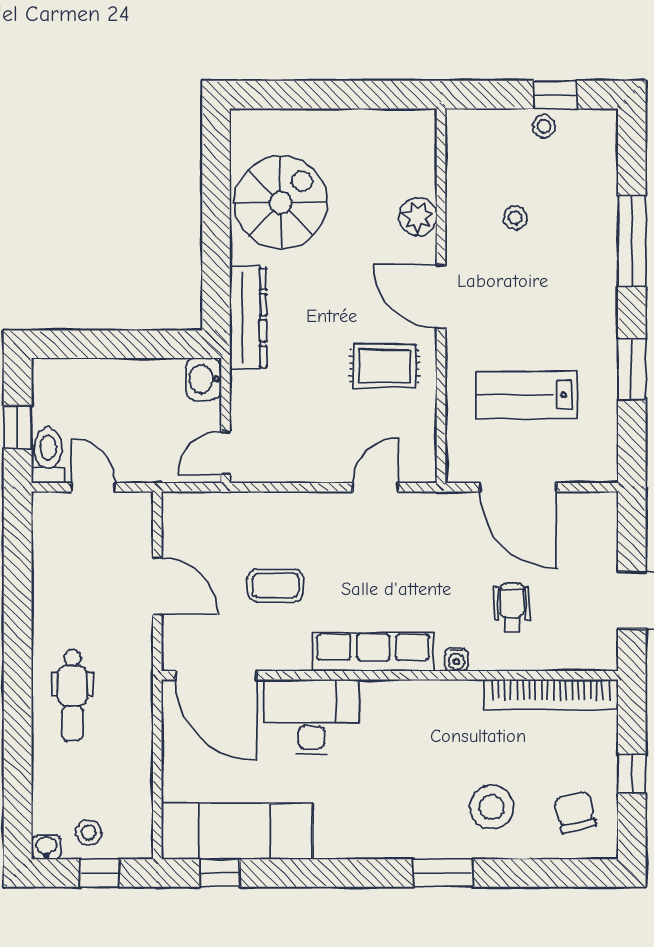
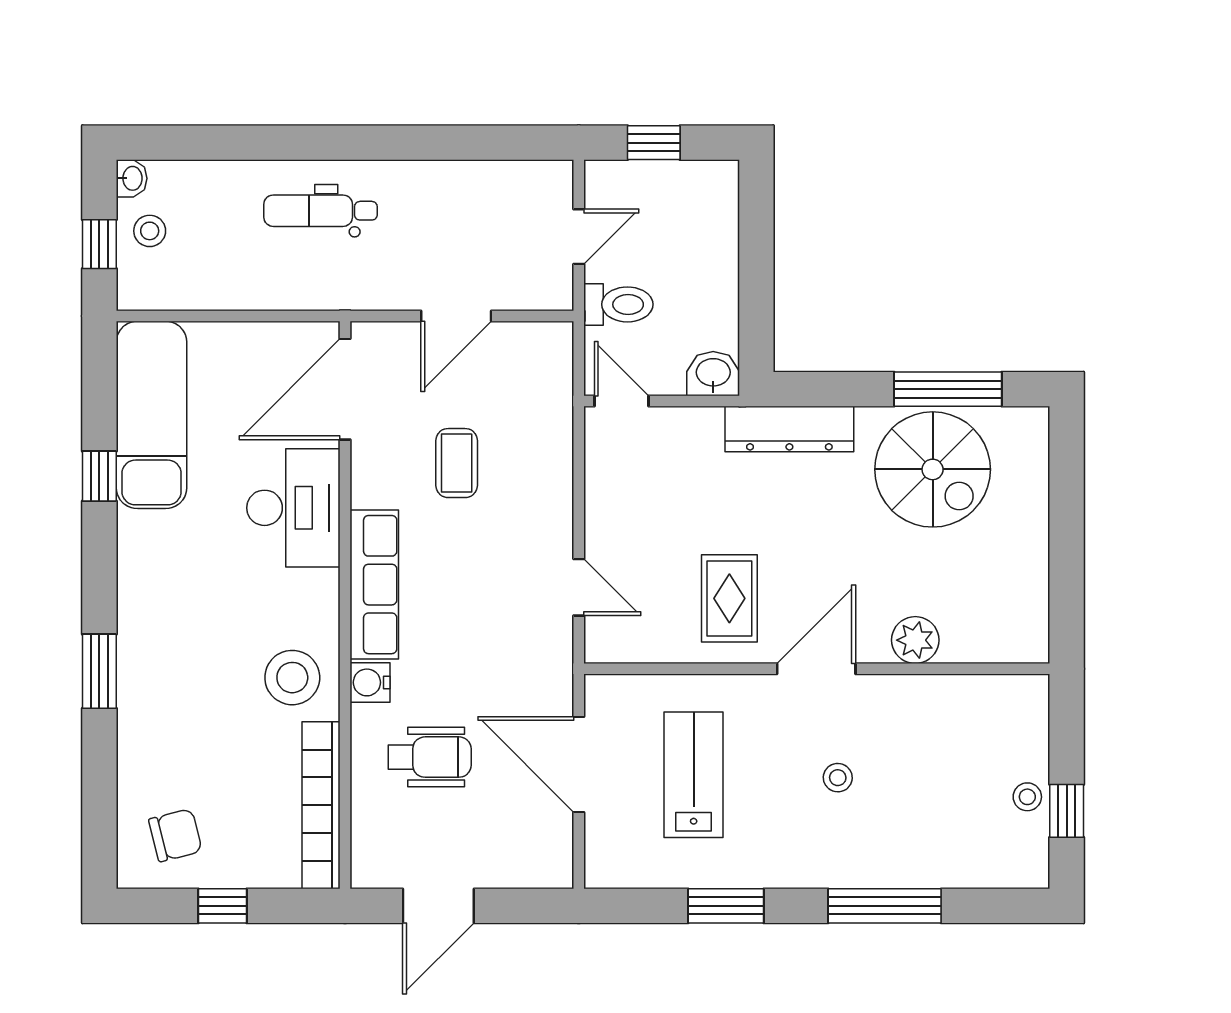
window: (216, 190) -> (948, 389), added
stool: (515, 218) -> (838, 778), moved
toilet: (48, 455) -> (618, 304), moved
door: (518, 487) -> (579, 764), hinge flipped
wheelchair: (512, 607) -> (430, 757), width x1.36, depth x1.37
water cooler: (456, 660) -> (370, 682), width x1.38, depth x1.38
stool: (492, 807) -> (292, 678), moved
window: (220, 873) -> (99, 476), moved

